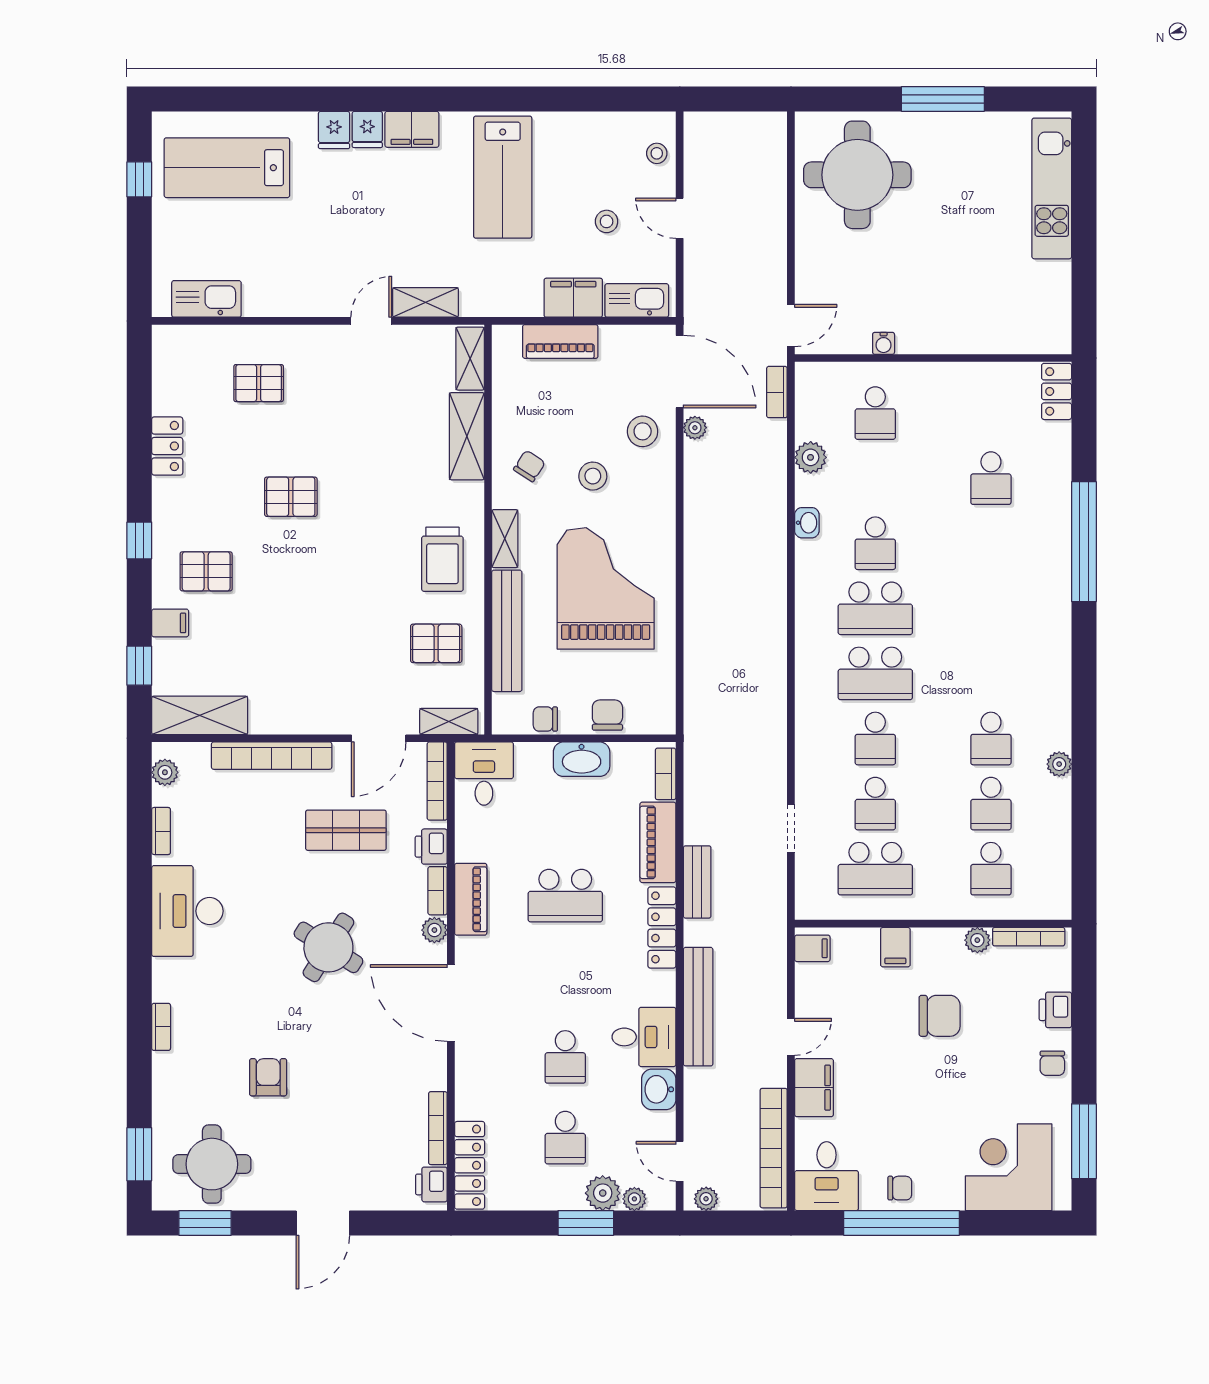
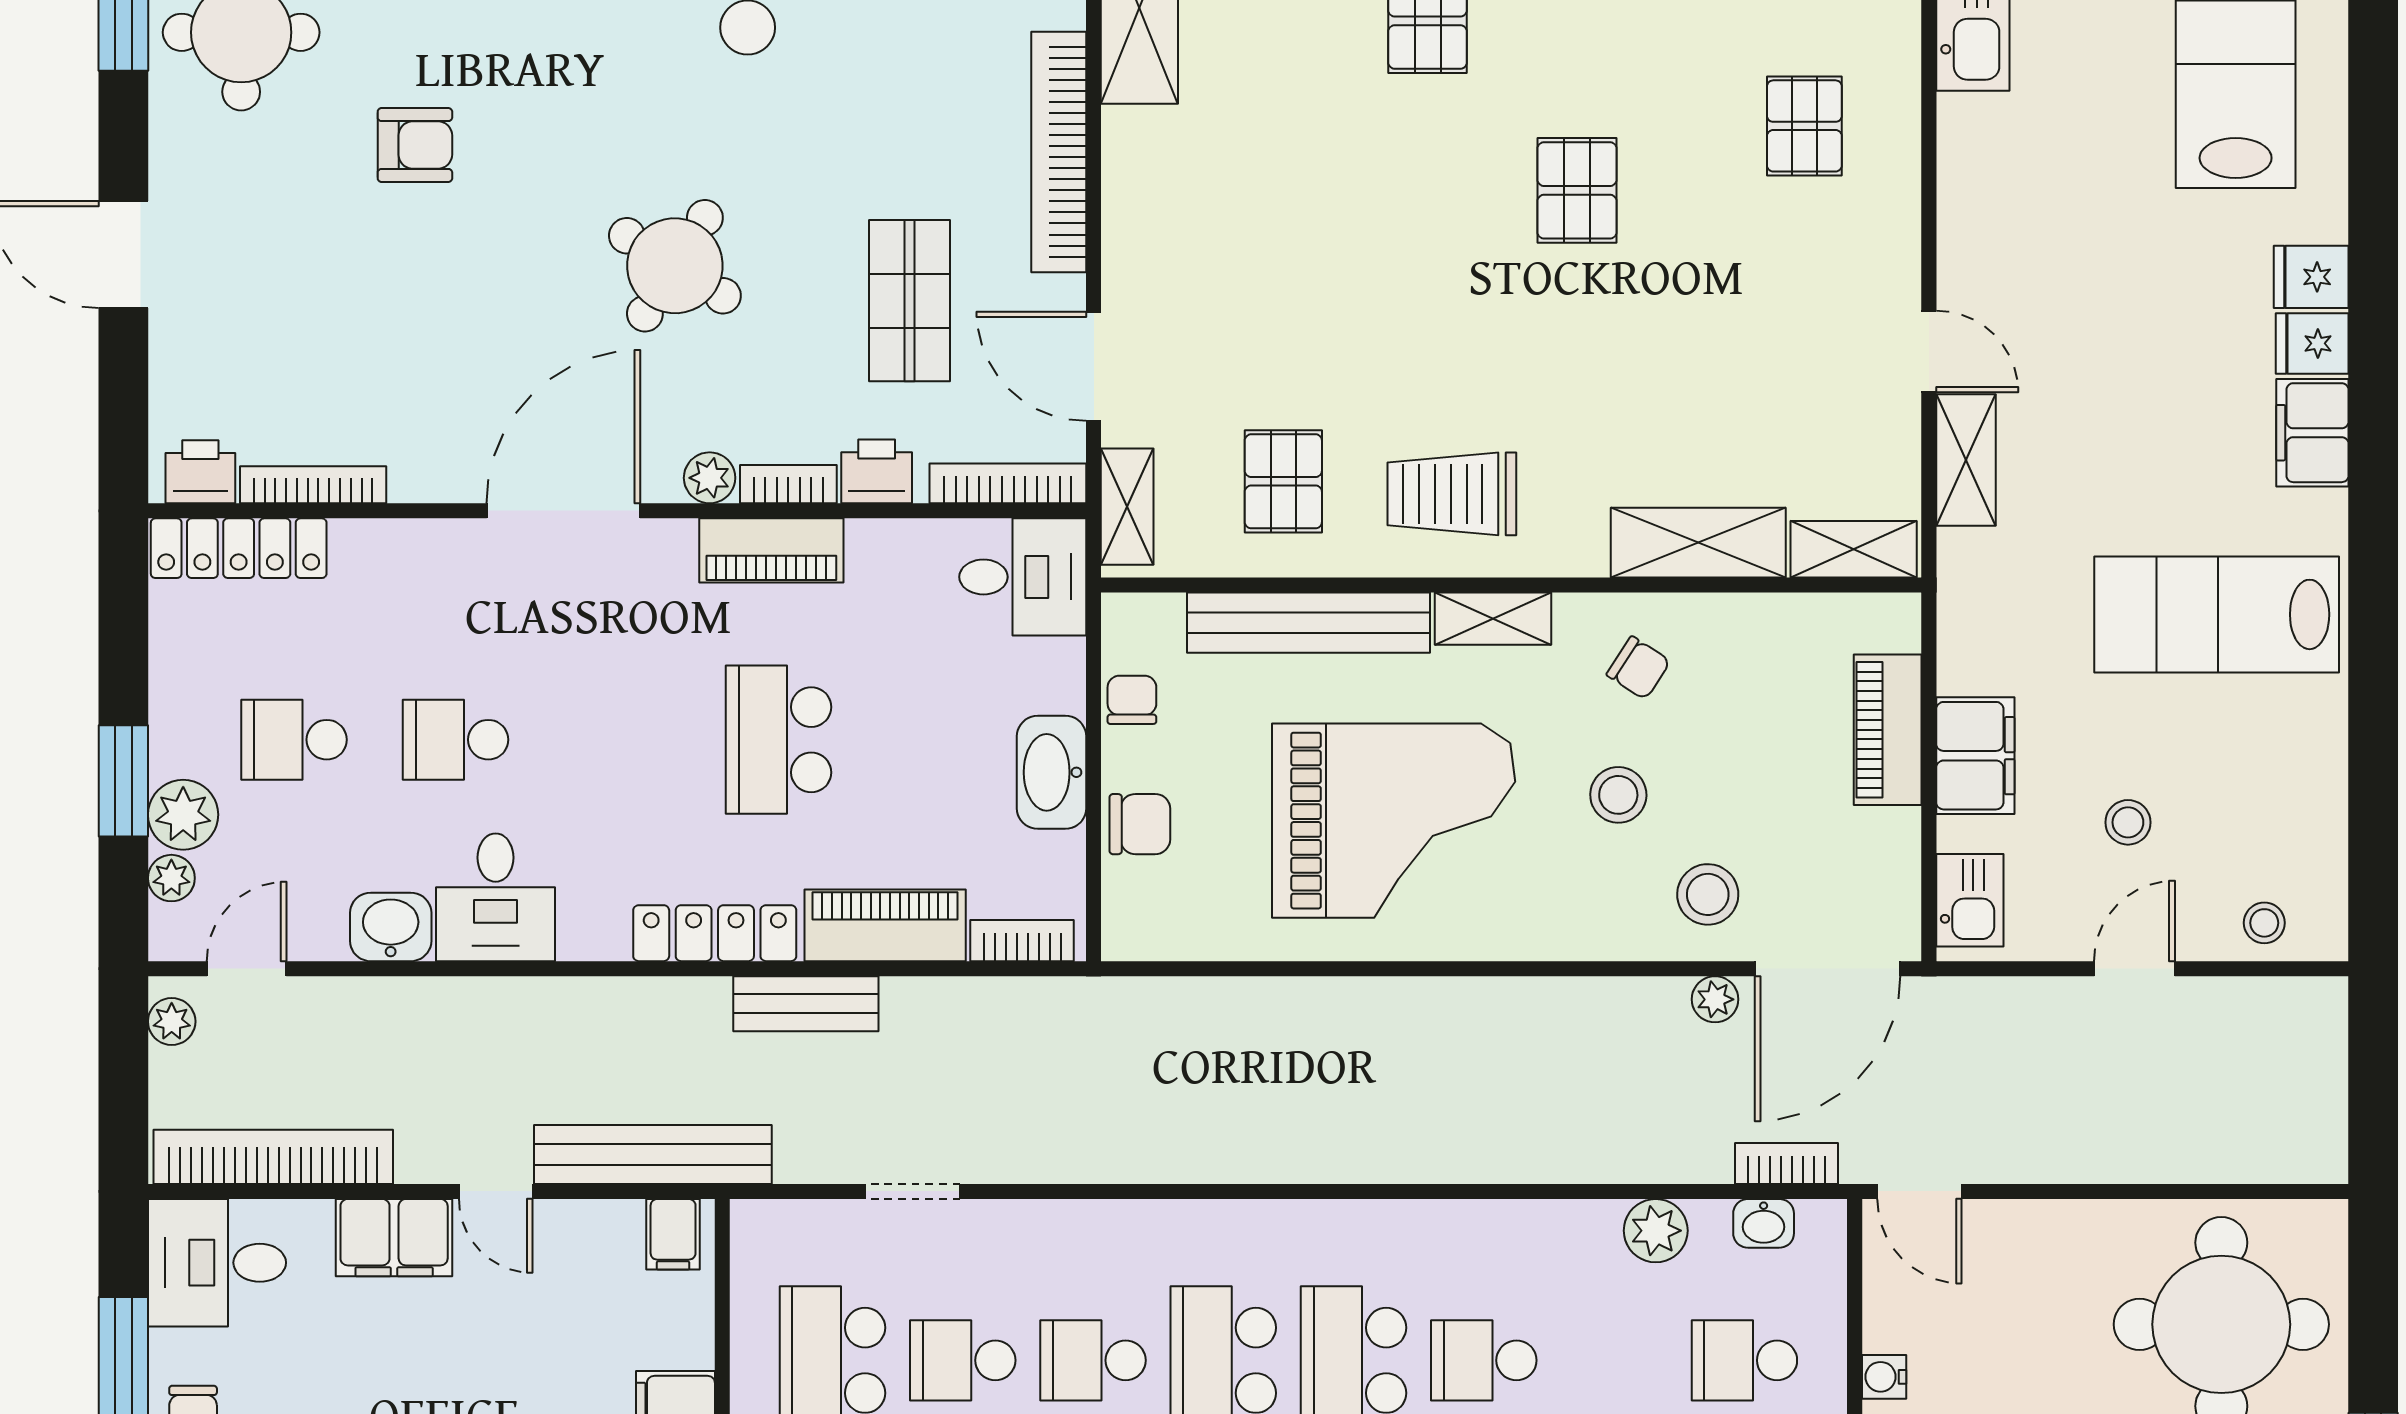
kitchen sink: (637, 300) -> (1970, 900), width x0.73
washbasin: (807, 523) -> (1764, 1223), moved
bench: (698, 1007) -> (653, 1154), moved

